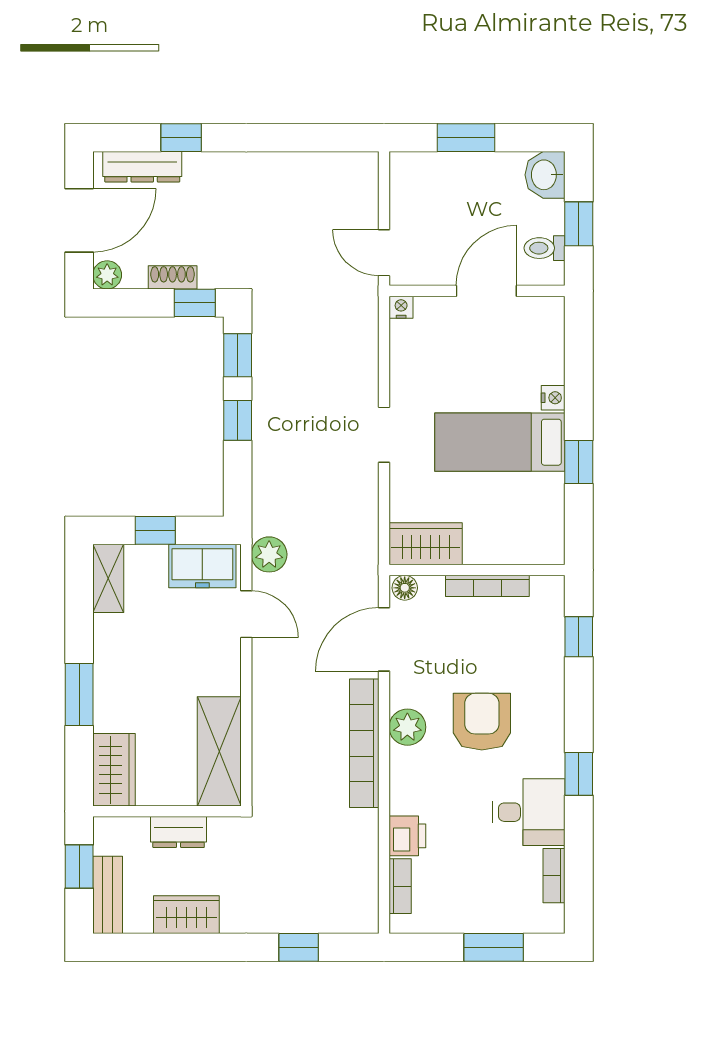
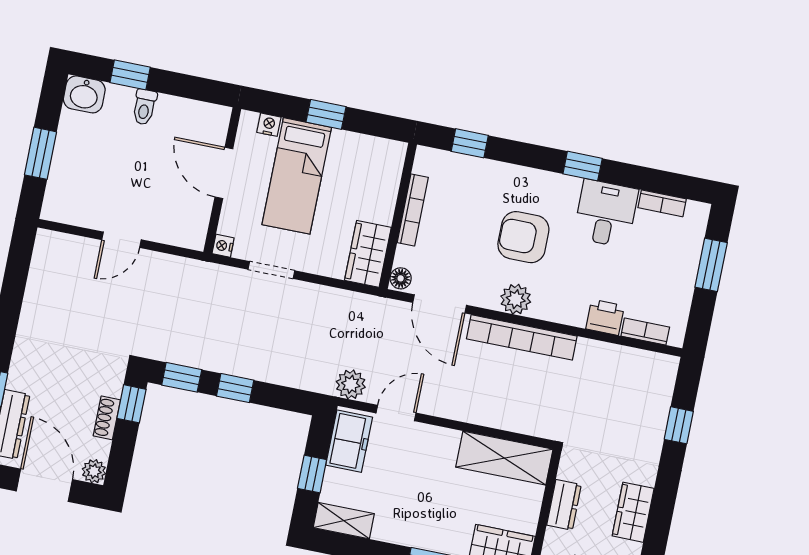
wall: (477, 291) -> (222, 180), moved
door: (486, 291) -> (224, 173), moved
nightstand: (401, 307) -> (223, 246), moved

